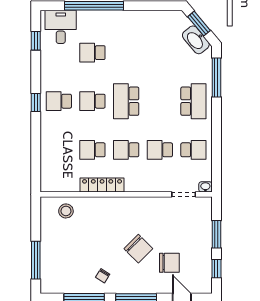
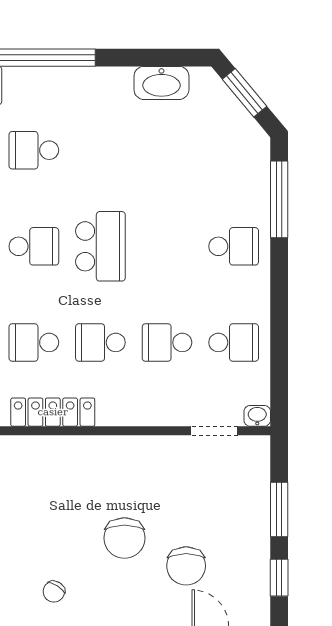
washbasin: (196, 40) -> (161, 83), moved, turned -50
school desk: (92, 101) -> (34, 246), turned 180
school desk: (126, 101) -> (100, 246), turned 180
school desk: (193, 101) -> (234, 246), width x0.54
chair: (138, 249) -> (124, 538), turned 45
chair: (169, 263) -> (186, 566), turned 90

